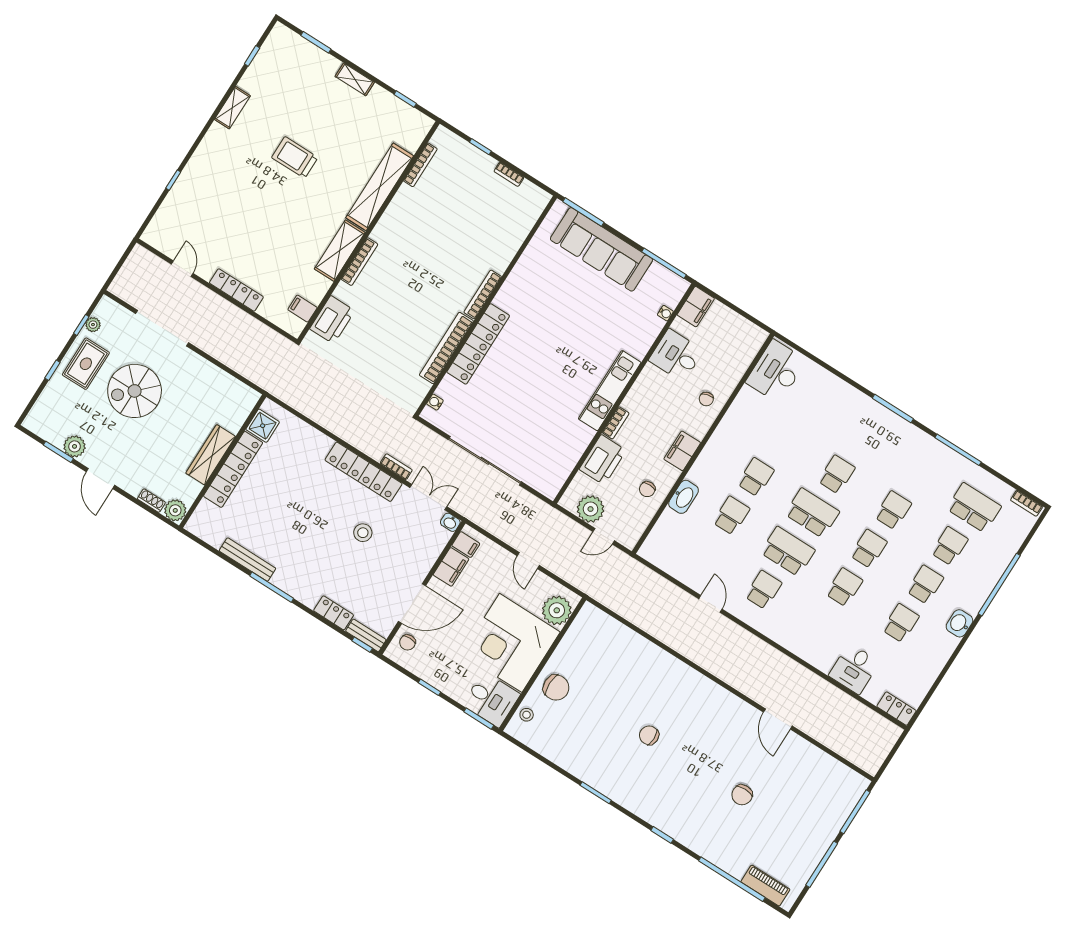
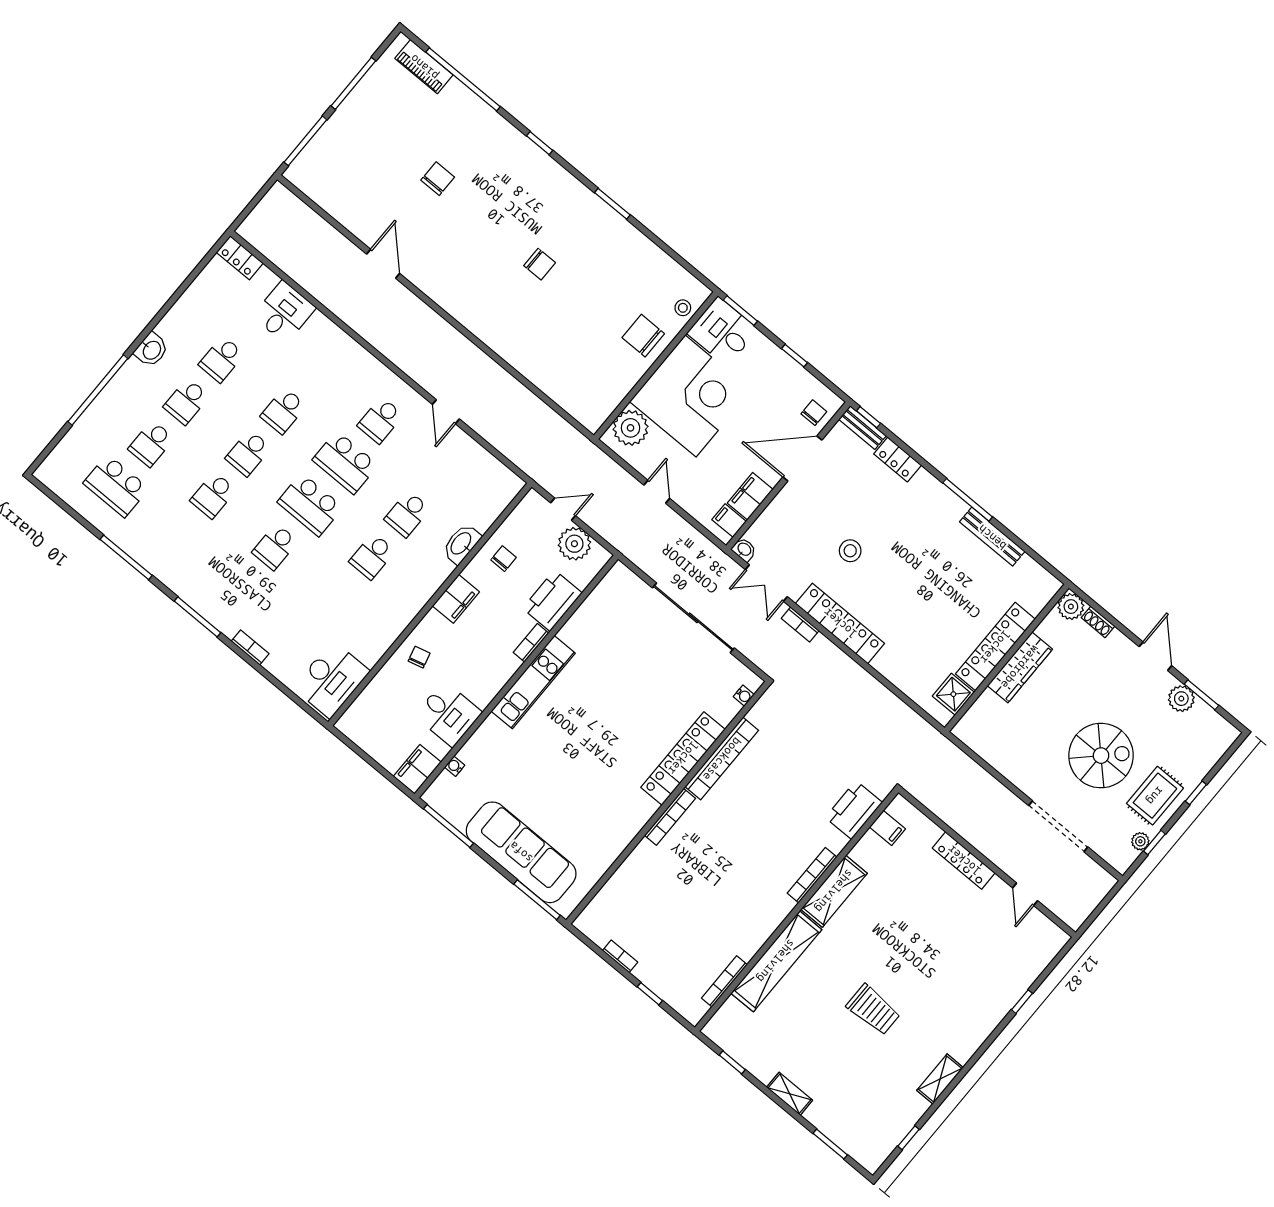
bookcase: (1027, 503) -> (250, 647), moved

